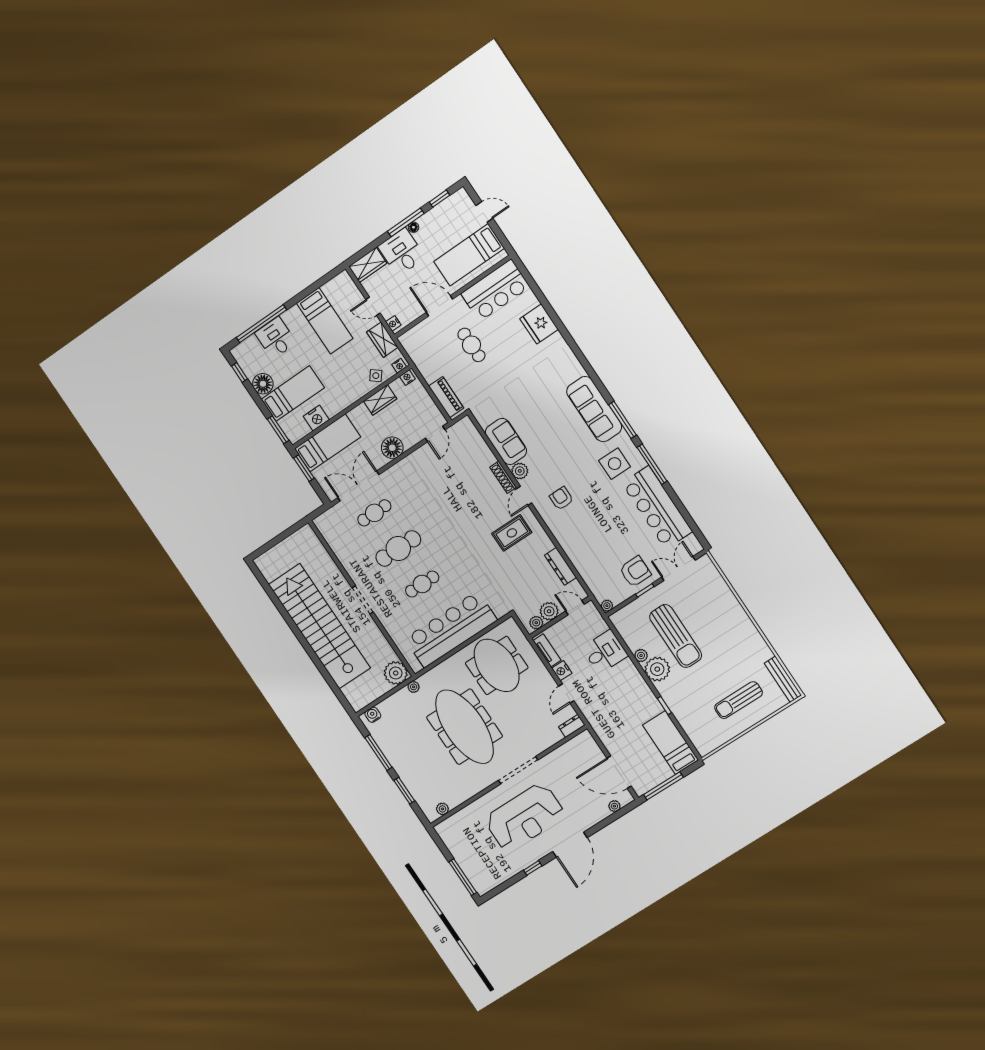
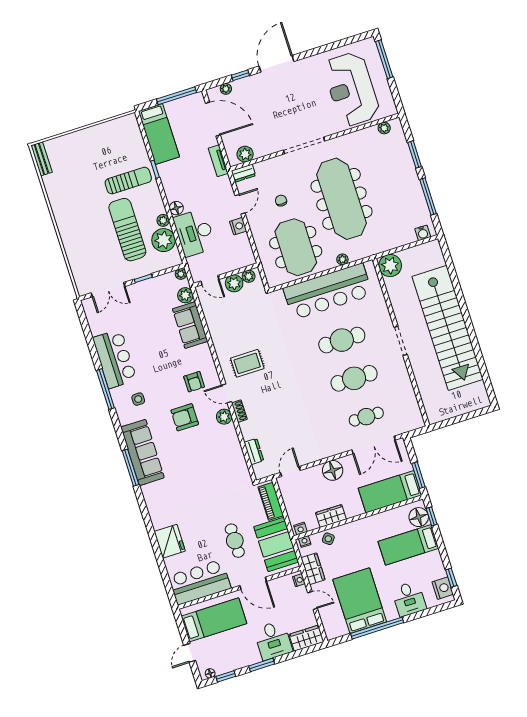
door: (484, 212) -> (190, 653), hinge flipped
window: (406, 222) -> (262, 665), width x0.69
floor lamp: (413, 227) -> (210, 673), moved
bed: (325, 321) -> (360, 601), width x1.50
window: (262, 324) -> (377, 628), moved
booth: (428, 354) -> (276, 544), added
floor lamp: (263, 384) -> (419, 517), moved
nightstand: (316, 418) -> (443, 588), moved, turned 90
window: (622, 420) -> (131, 468), moved
window: (278, 430) -> (432, 516), width x0.67
sofa: (506, 441) -> (190, 325), moved
side table: (615, 464) -> (138, 399), width x0.54, depth x0.54
shoe rack: (503, 477) -> (239, 411), width x0.70
door: (524, 496) -> (227, 393), swing flipped
bar counter: (657, 507) -> (115, 359), width x0.73
dresser: (560, 566) -> (254, 451), moved, width x0.70
armchair: (635, 572) -> (185, 417), moved
cafe table: (422, 584) -> (342, 340), width x1.37, depth x1.35
plant: (596, 585) -> (185, 295), added
tv unit: (547, 650) -> (218, 161), moved
desk: (605, 652) -> (194, 233), width x1.37
plant: (657, 669) -> (164, 240), moved
floor lamp: (631, 672) -> (176, 208), added
bench: (783, 679) -> (42, 159), width x0.73
plant: (414, 687) -> (342, 259), moved
sun lounger: (738, 700) -> (128, 181), moved
chair: (525, 709) -> (281, 201), added
plant: (576, 746) -> (245, 154), added
reception desk: (525, 817) -> (351, 89), moved, turned -90
window: (533, 868) -> (240, 75), moved

